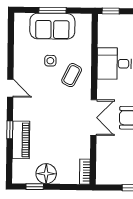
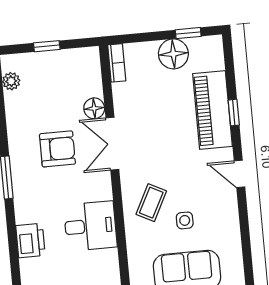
piano: (21, 140) -> (212, 110), width x1.37, depth x1.33
floor lamp: (103, 143) -> (94, 108), added

